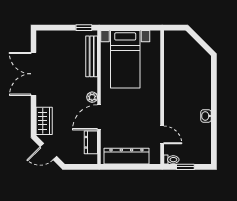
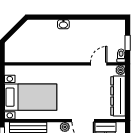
washbasin: (206, 116) -> (63, 24), moved
plant: (155, 159) -> (121, 70), added

